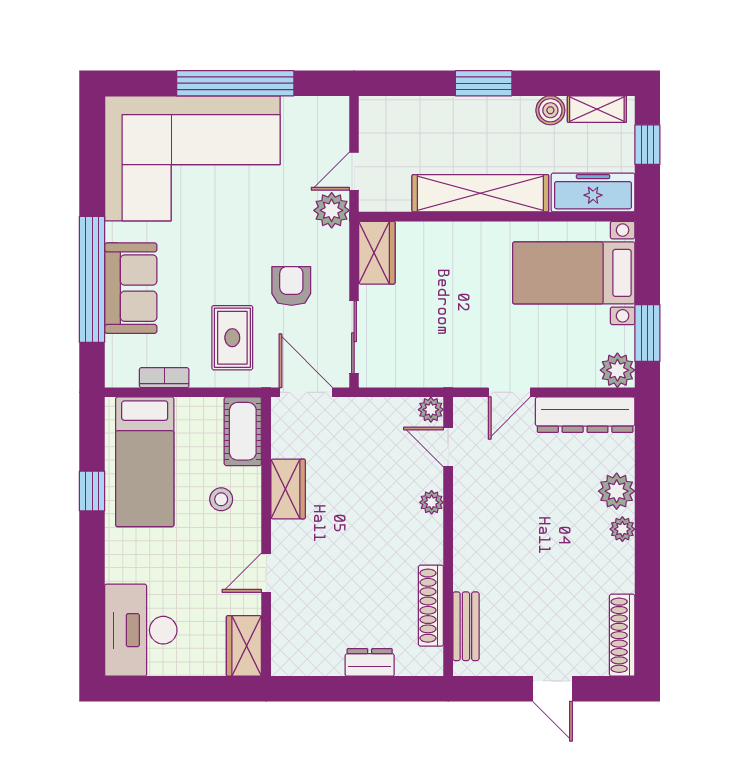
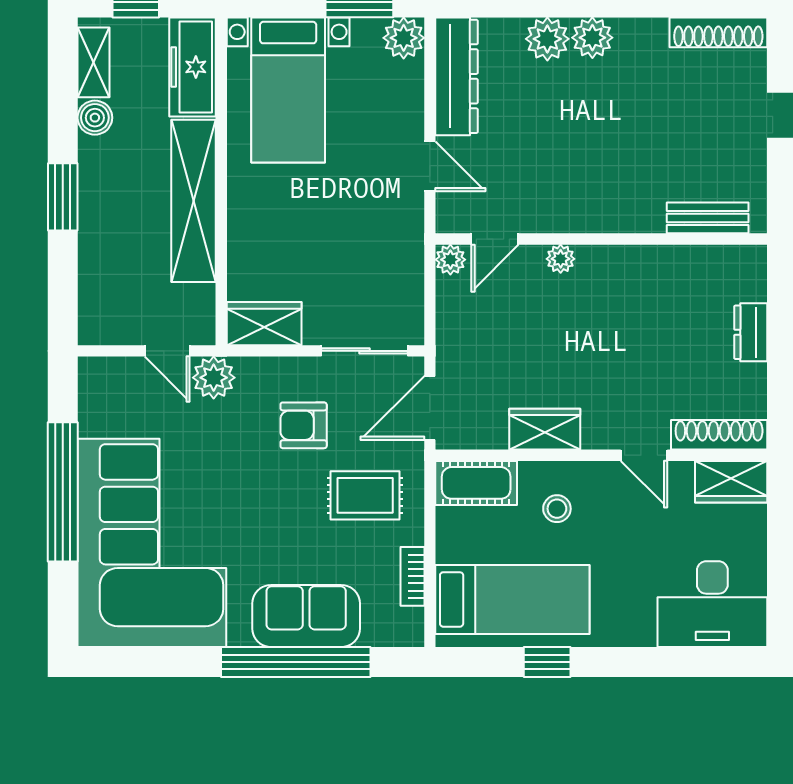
plant: (622, 529) -> (592, 38), width x1.38, depth x1.38
shoe rack: (431, 606) -> (719, 435), moved, turned 180

